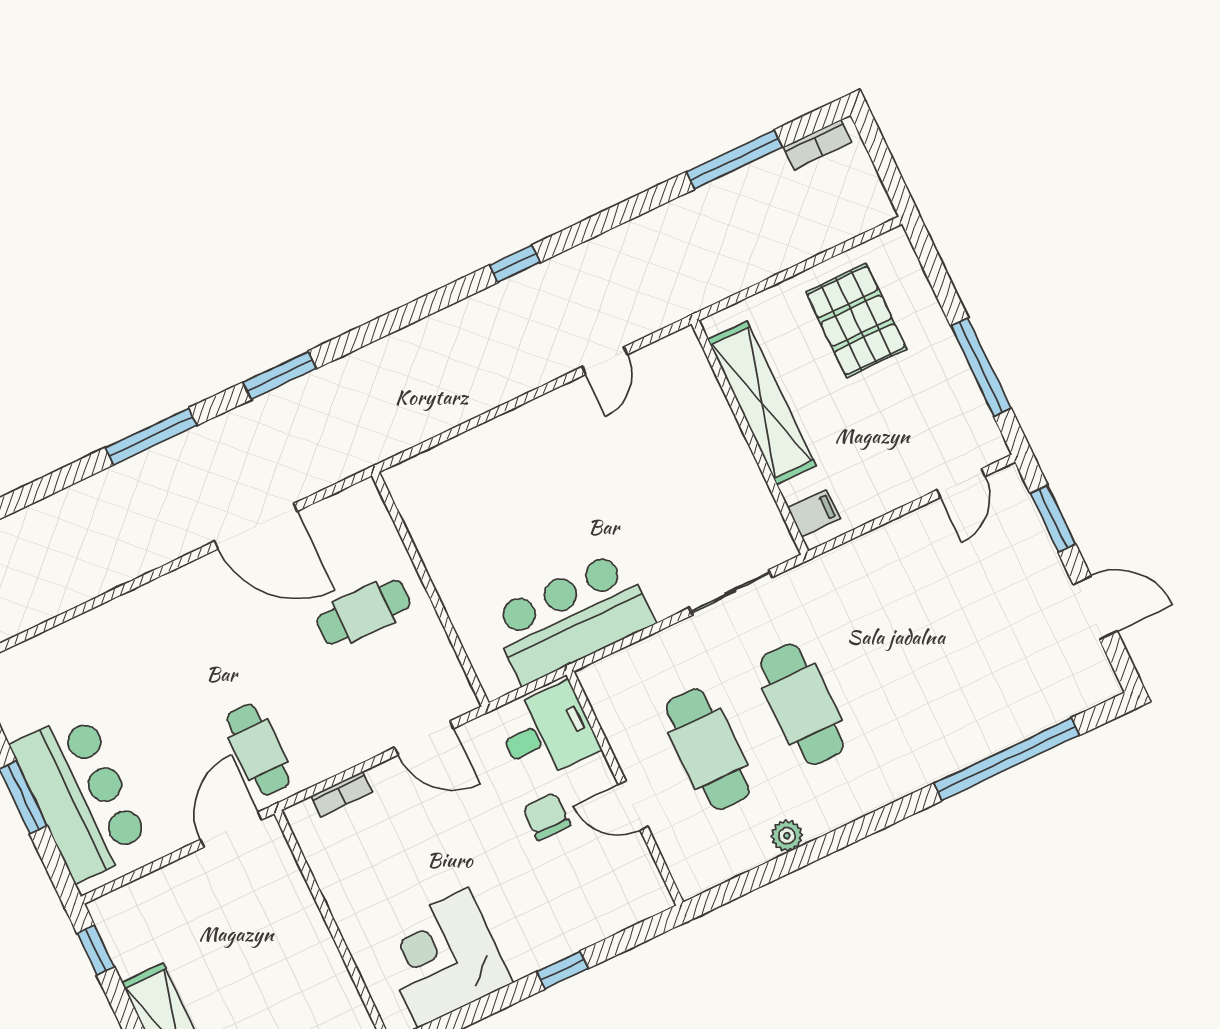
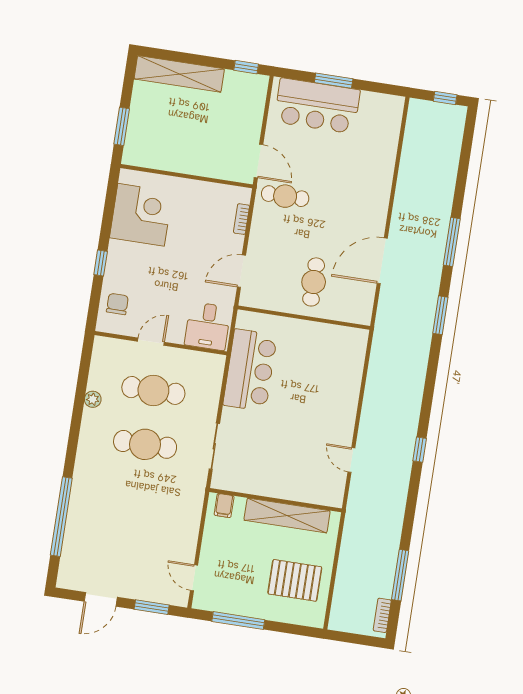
chair: (546, 816) -> (117, 304), moved, turned -90

